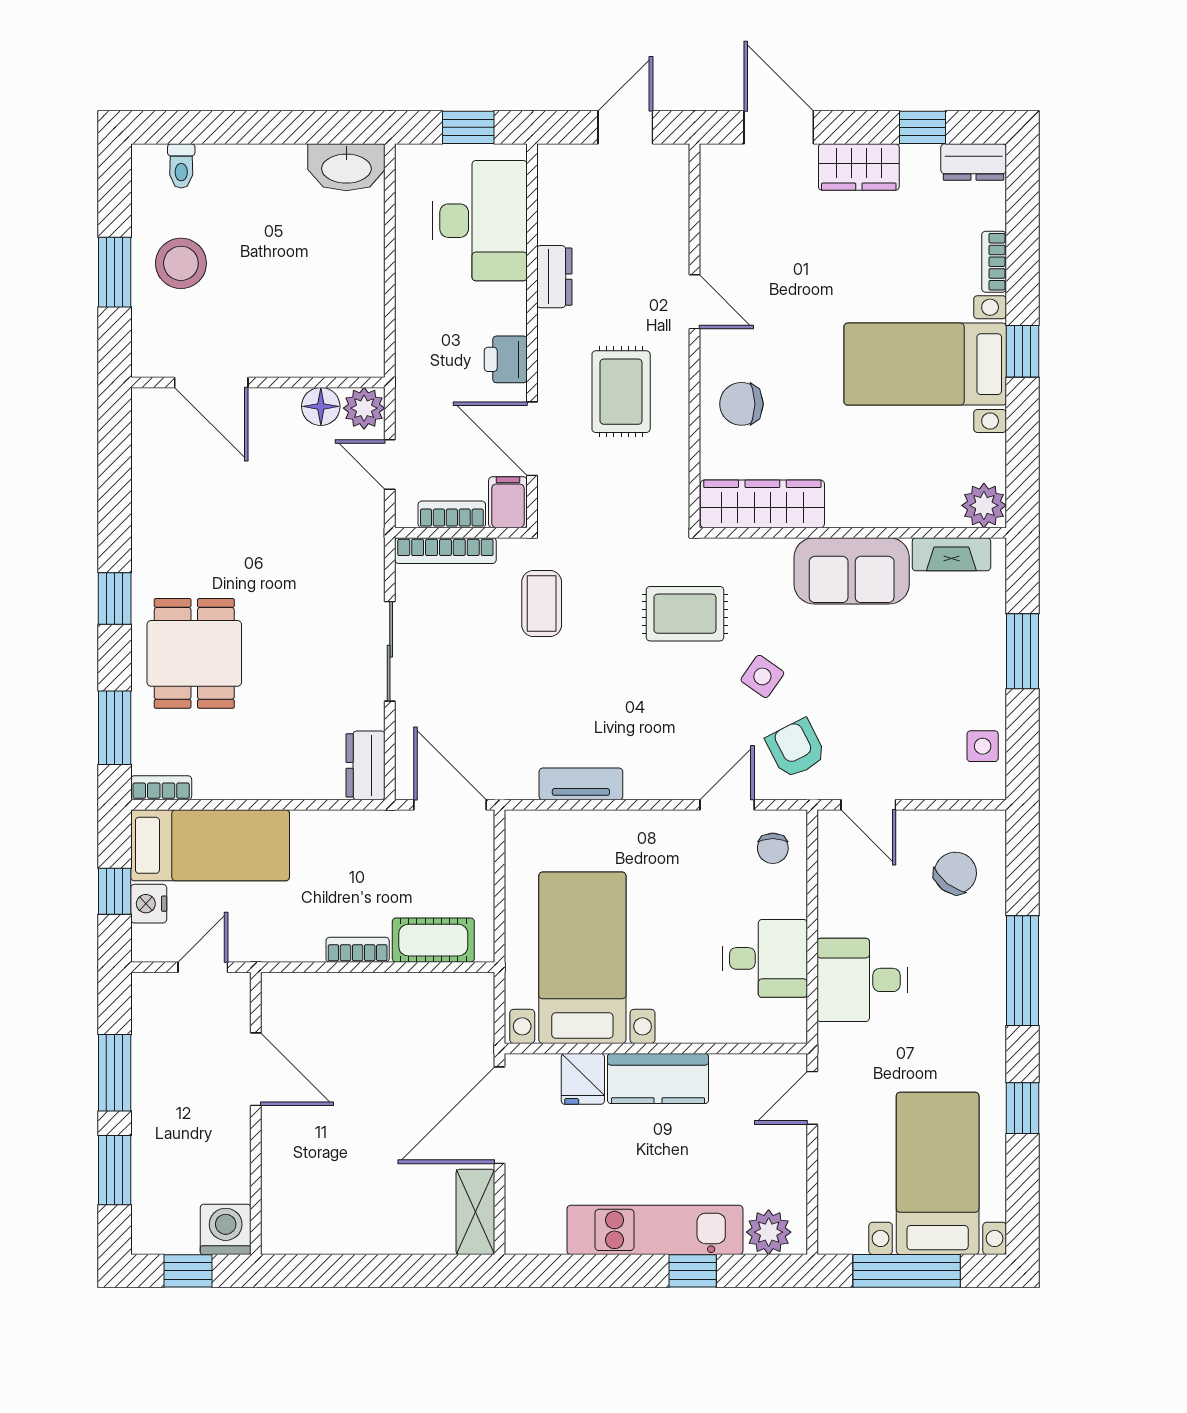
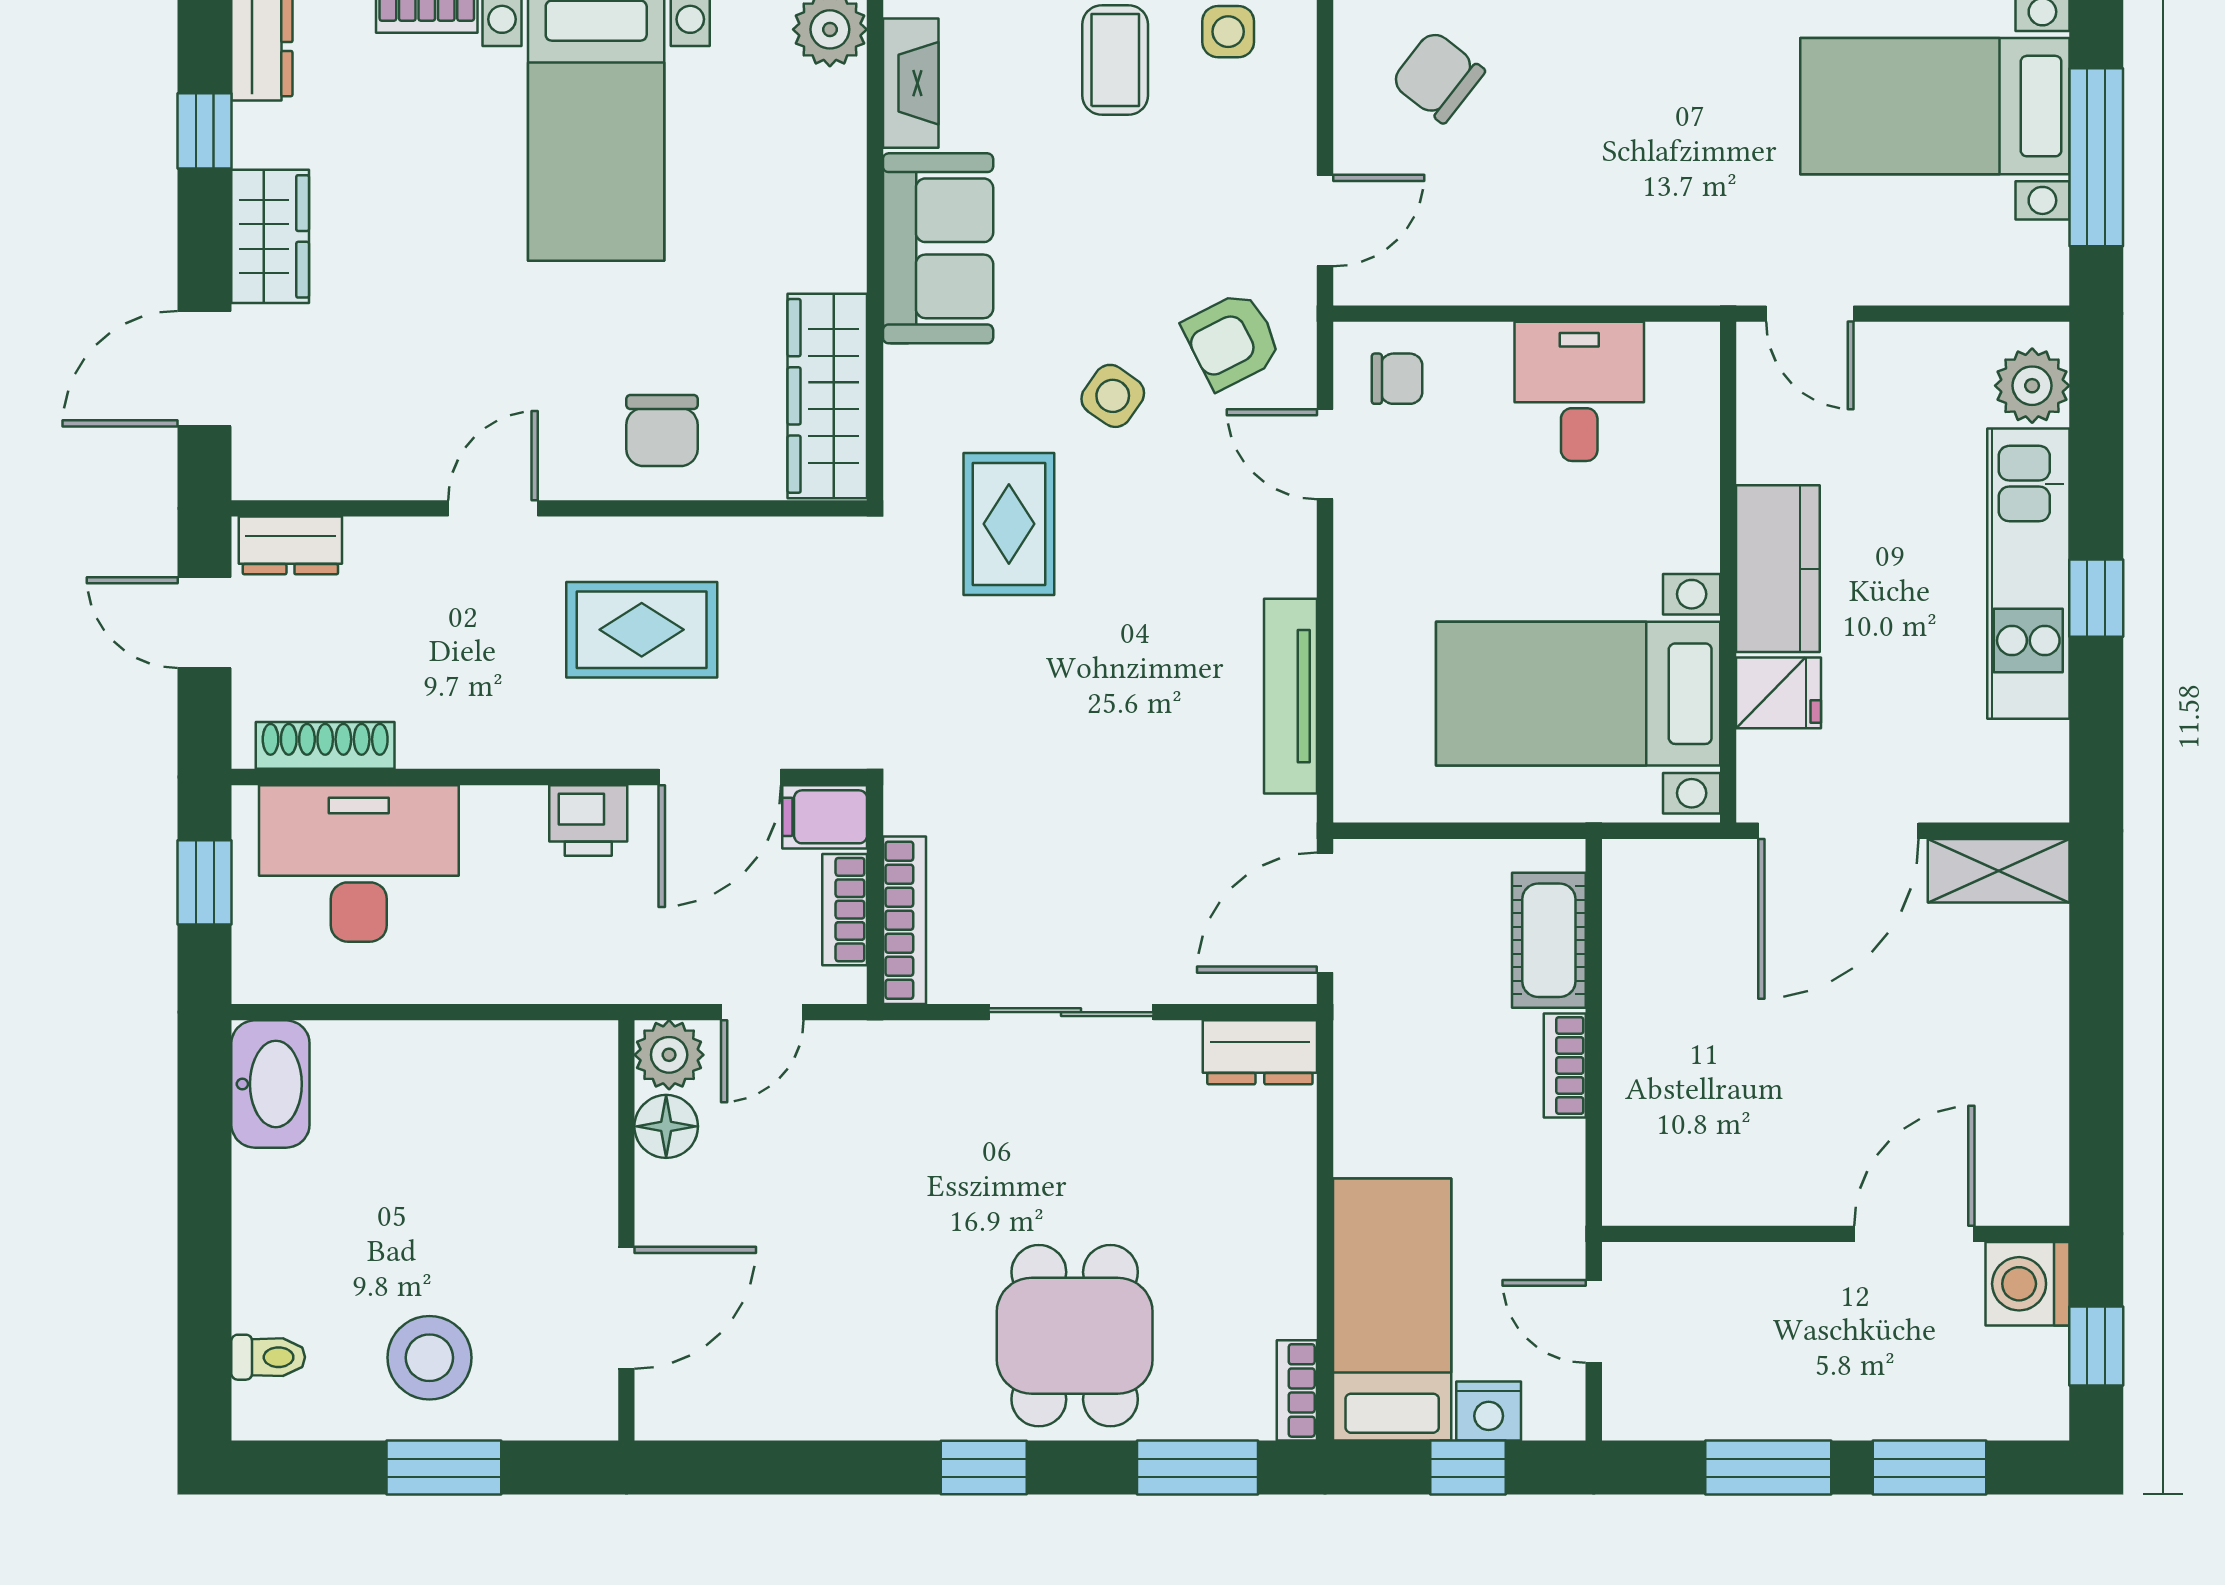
shoe rack: (551, 200) -> (325, 745), added
dresser: (554, 277) -> (290, 545), moved, turned 180
coffee table: (542, 604) -> (1115, 60), moved, turned 90
dining table: (194, 653) -> (1075, 1336), turned 90
tv unit: (581, 784) -> (1291, 696), width x1.41
desk: (862, 980) -> (1615, 231), removed
door: (256, 1069) -> (1914, 1234), moved
door: (499, 1115) -> (1838, 831), hinge flipped
window: (693, 1271) -> (2096, 598), moved

